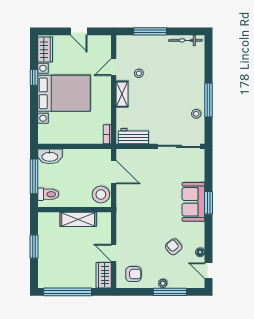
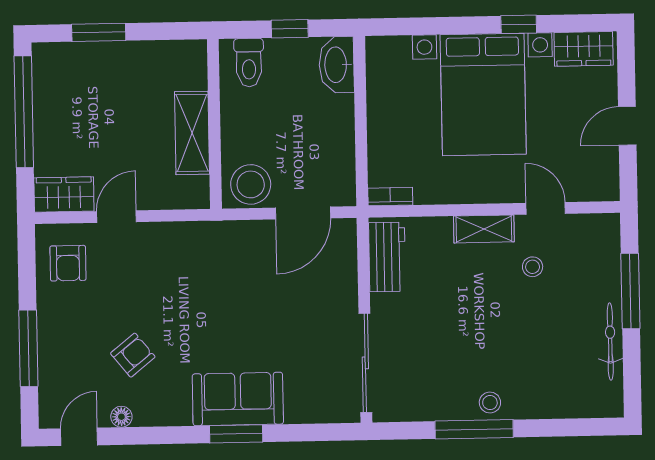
bicycle: (185, 40) -> (610, 342), moved
stool: (196, 114) -> (490, 403), moved
window: (34, 176) -> (290, 29), width x0.46
window: (34, 246) -> (99, 32), moved
plant: (163, 283) -> (48, 332), removed

